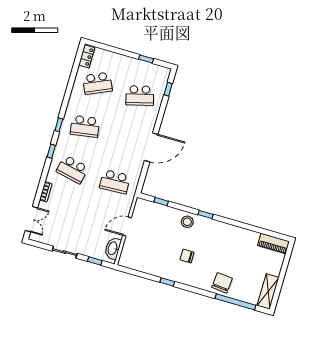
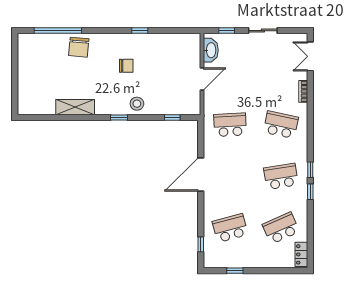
window: (51, 151) -> (310, 192), moved
piano: (274, 243) -> (34, 107), removed
shelving: (268, 291) -> (75, 107), moved, turned 90

